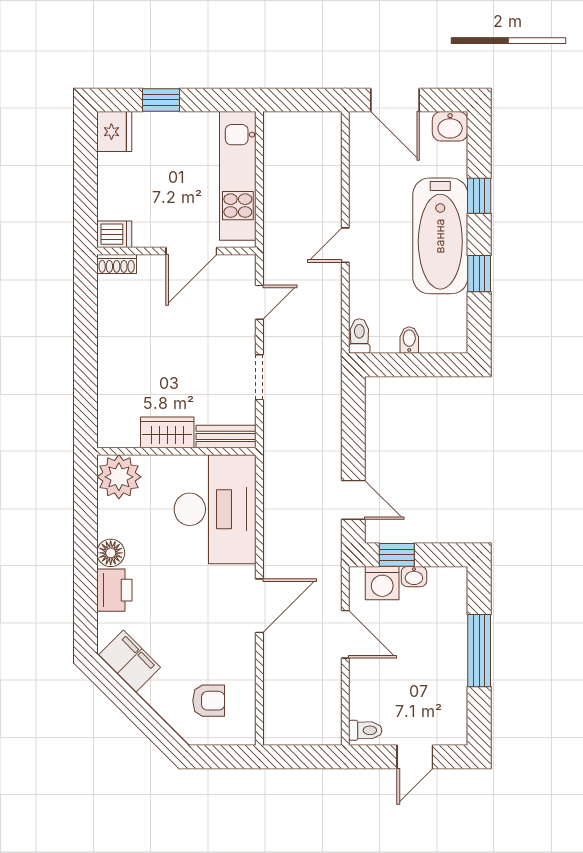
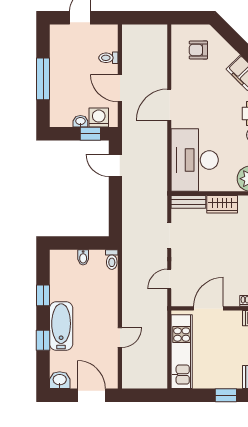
bathtub: (440, 236) -> (61, 326), width x0.73, depth x0.73
door: (345, 245) -> (120, 338), moved
toilet: (365, 730) -> (108, 58), moved

